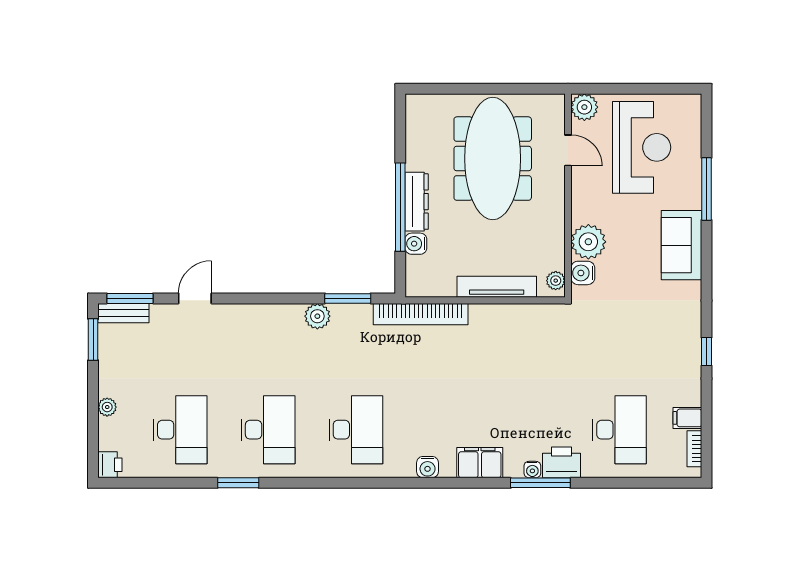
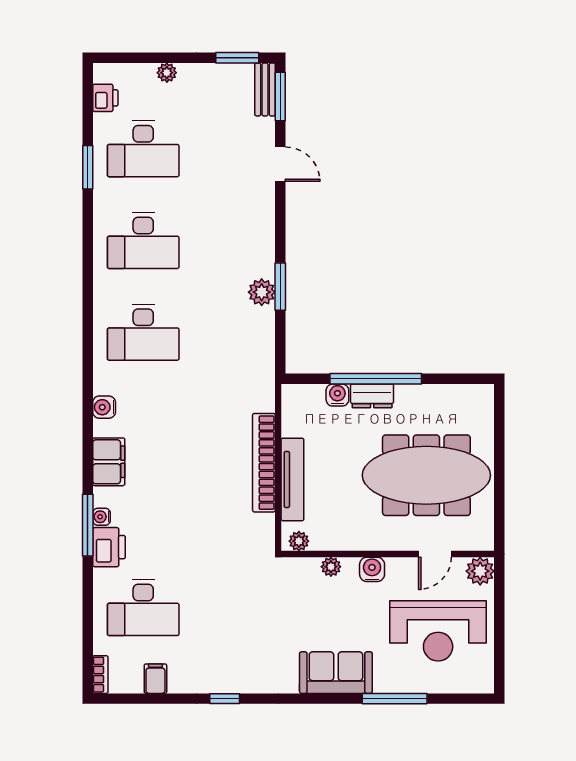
dresser: (417, 202) -> (372, 396), width x0.70
plant: (588, 242) -> (331, 567), width x0.53, depth x0.53
water cooler: (583, 273) -> (372, 569), moved
window: (348, 298) -> (280, 287), moved
bookcase: (421, 314) -> (264, 463), moved
bookcase: (694, 449) -> (100, 675), moved, turned 90
printer: (110, 465) -> (105, 98), moved, turned -90
window: (238, 483) -> (88, 167), moved

